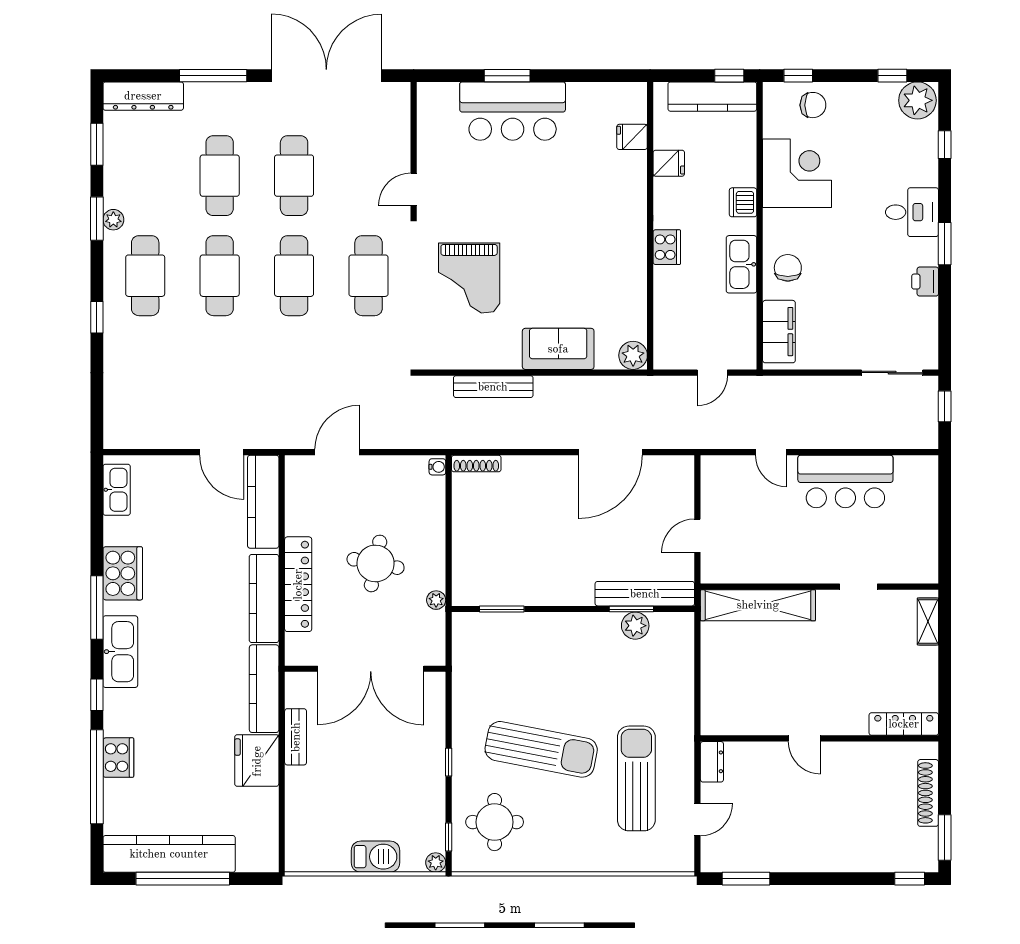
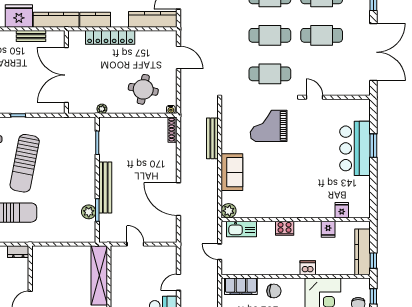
kitchen sink: (742, 264) -> (242, 229), moved, turned 180
round table: (376, 563) -> (143, 89), moved
bench: (645, 594) -> (105, 187), moved
kitchen counter: (264, 599) -> (95, 20), width x0.67

